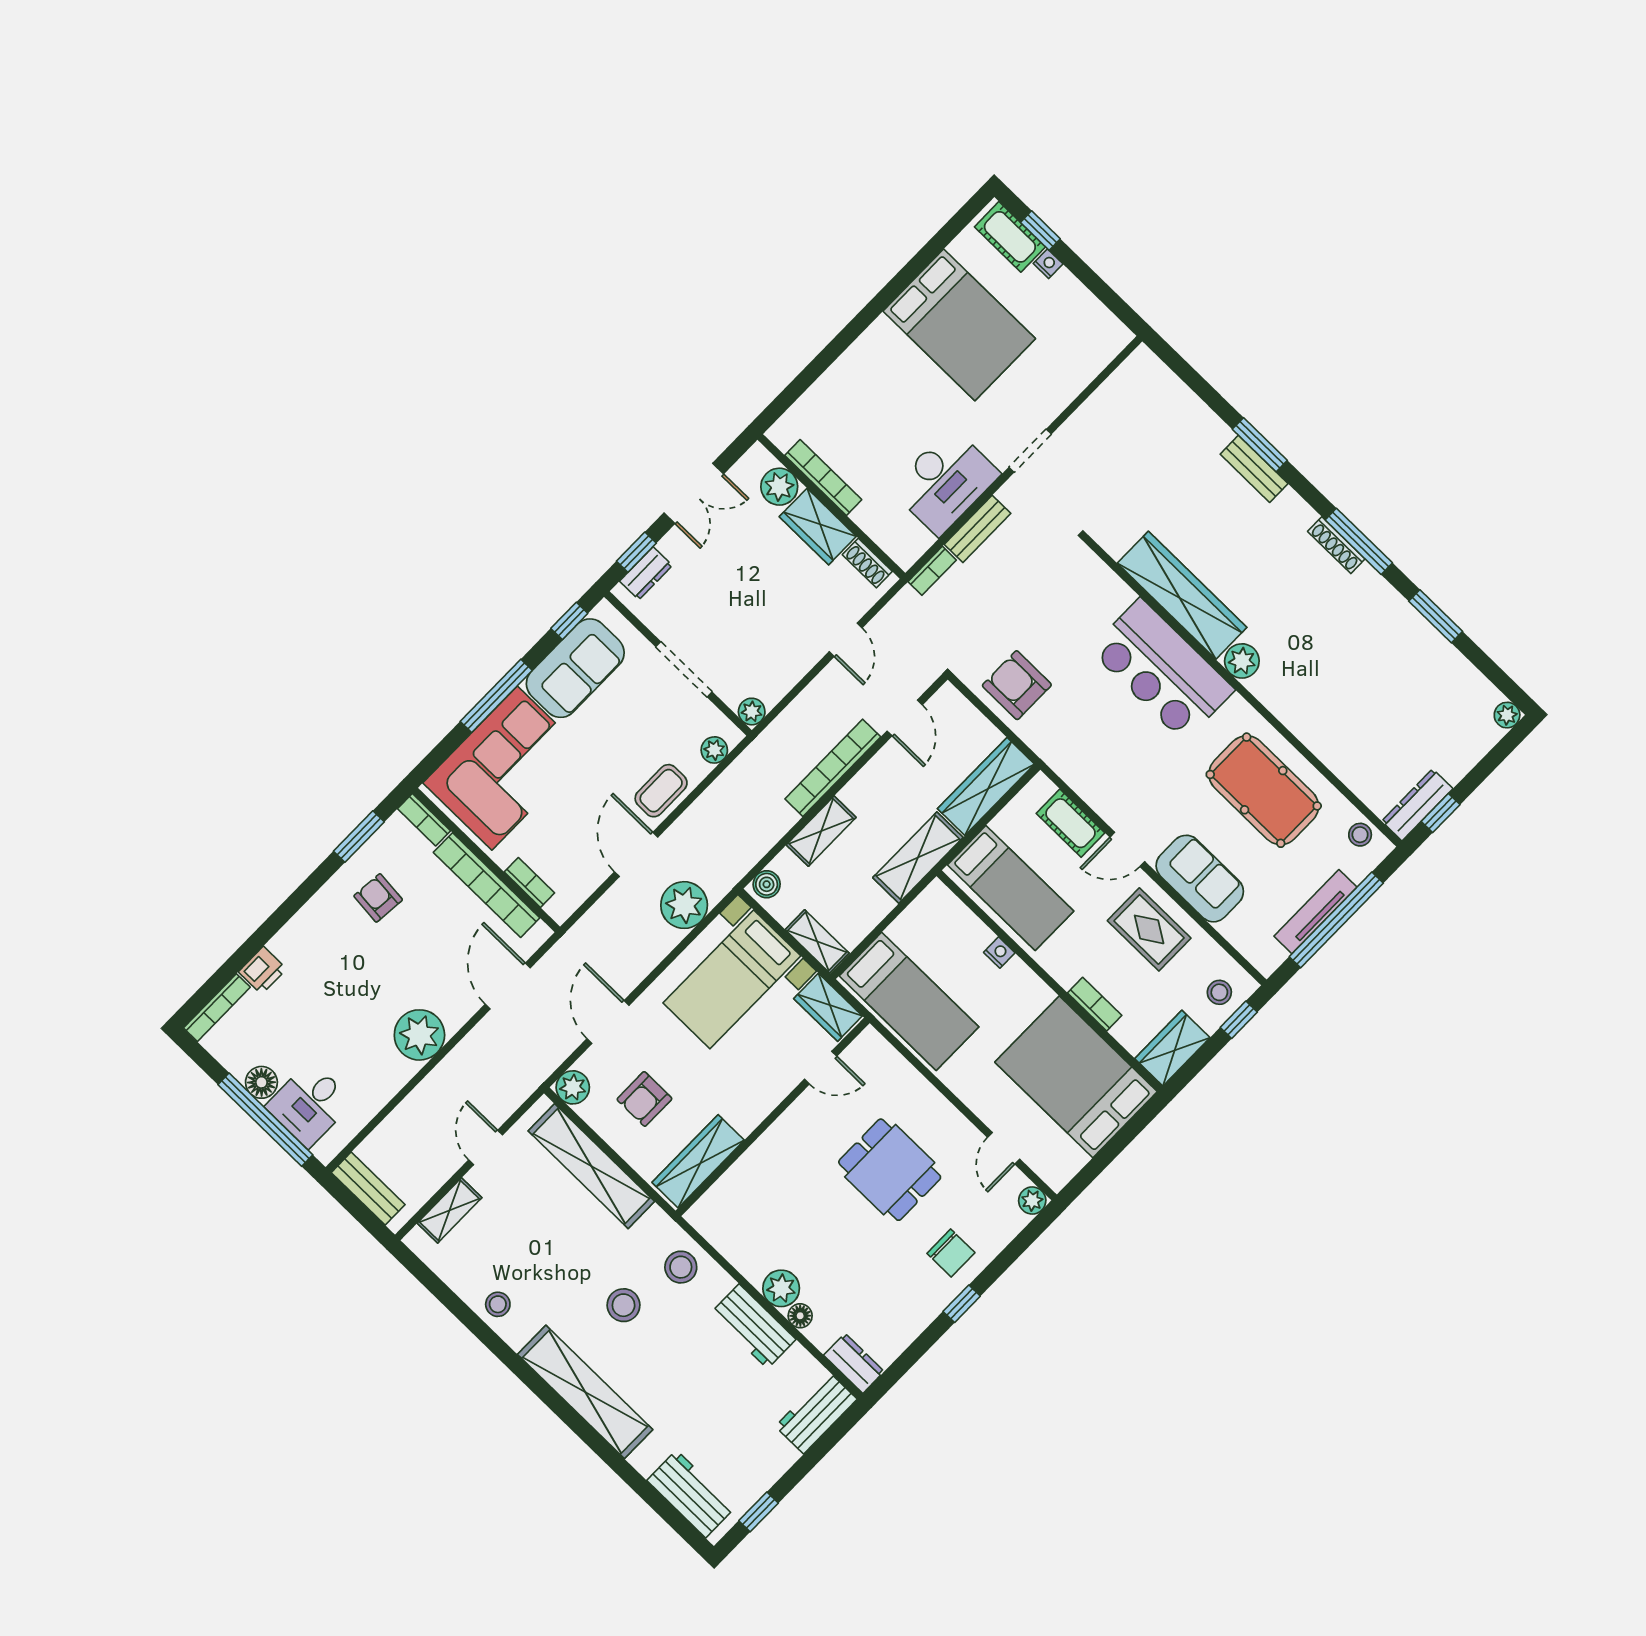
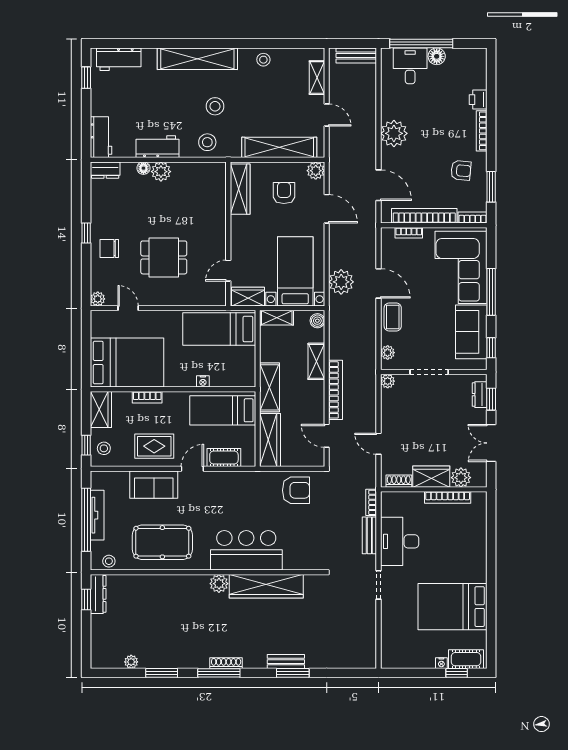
plant: (1507, 715) -> (131, 662), moved
bookcase: (217, 1008) -> (482, 131), moved

